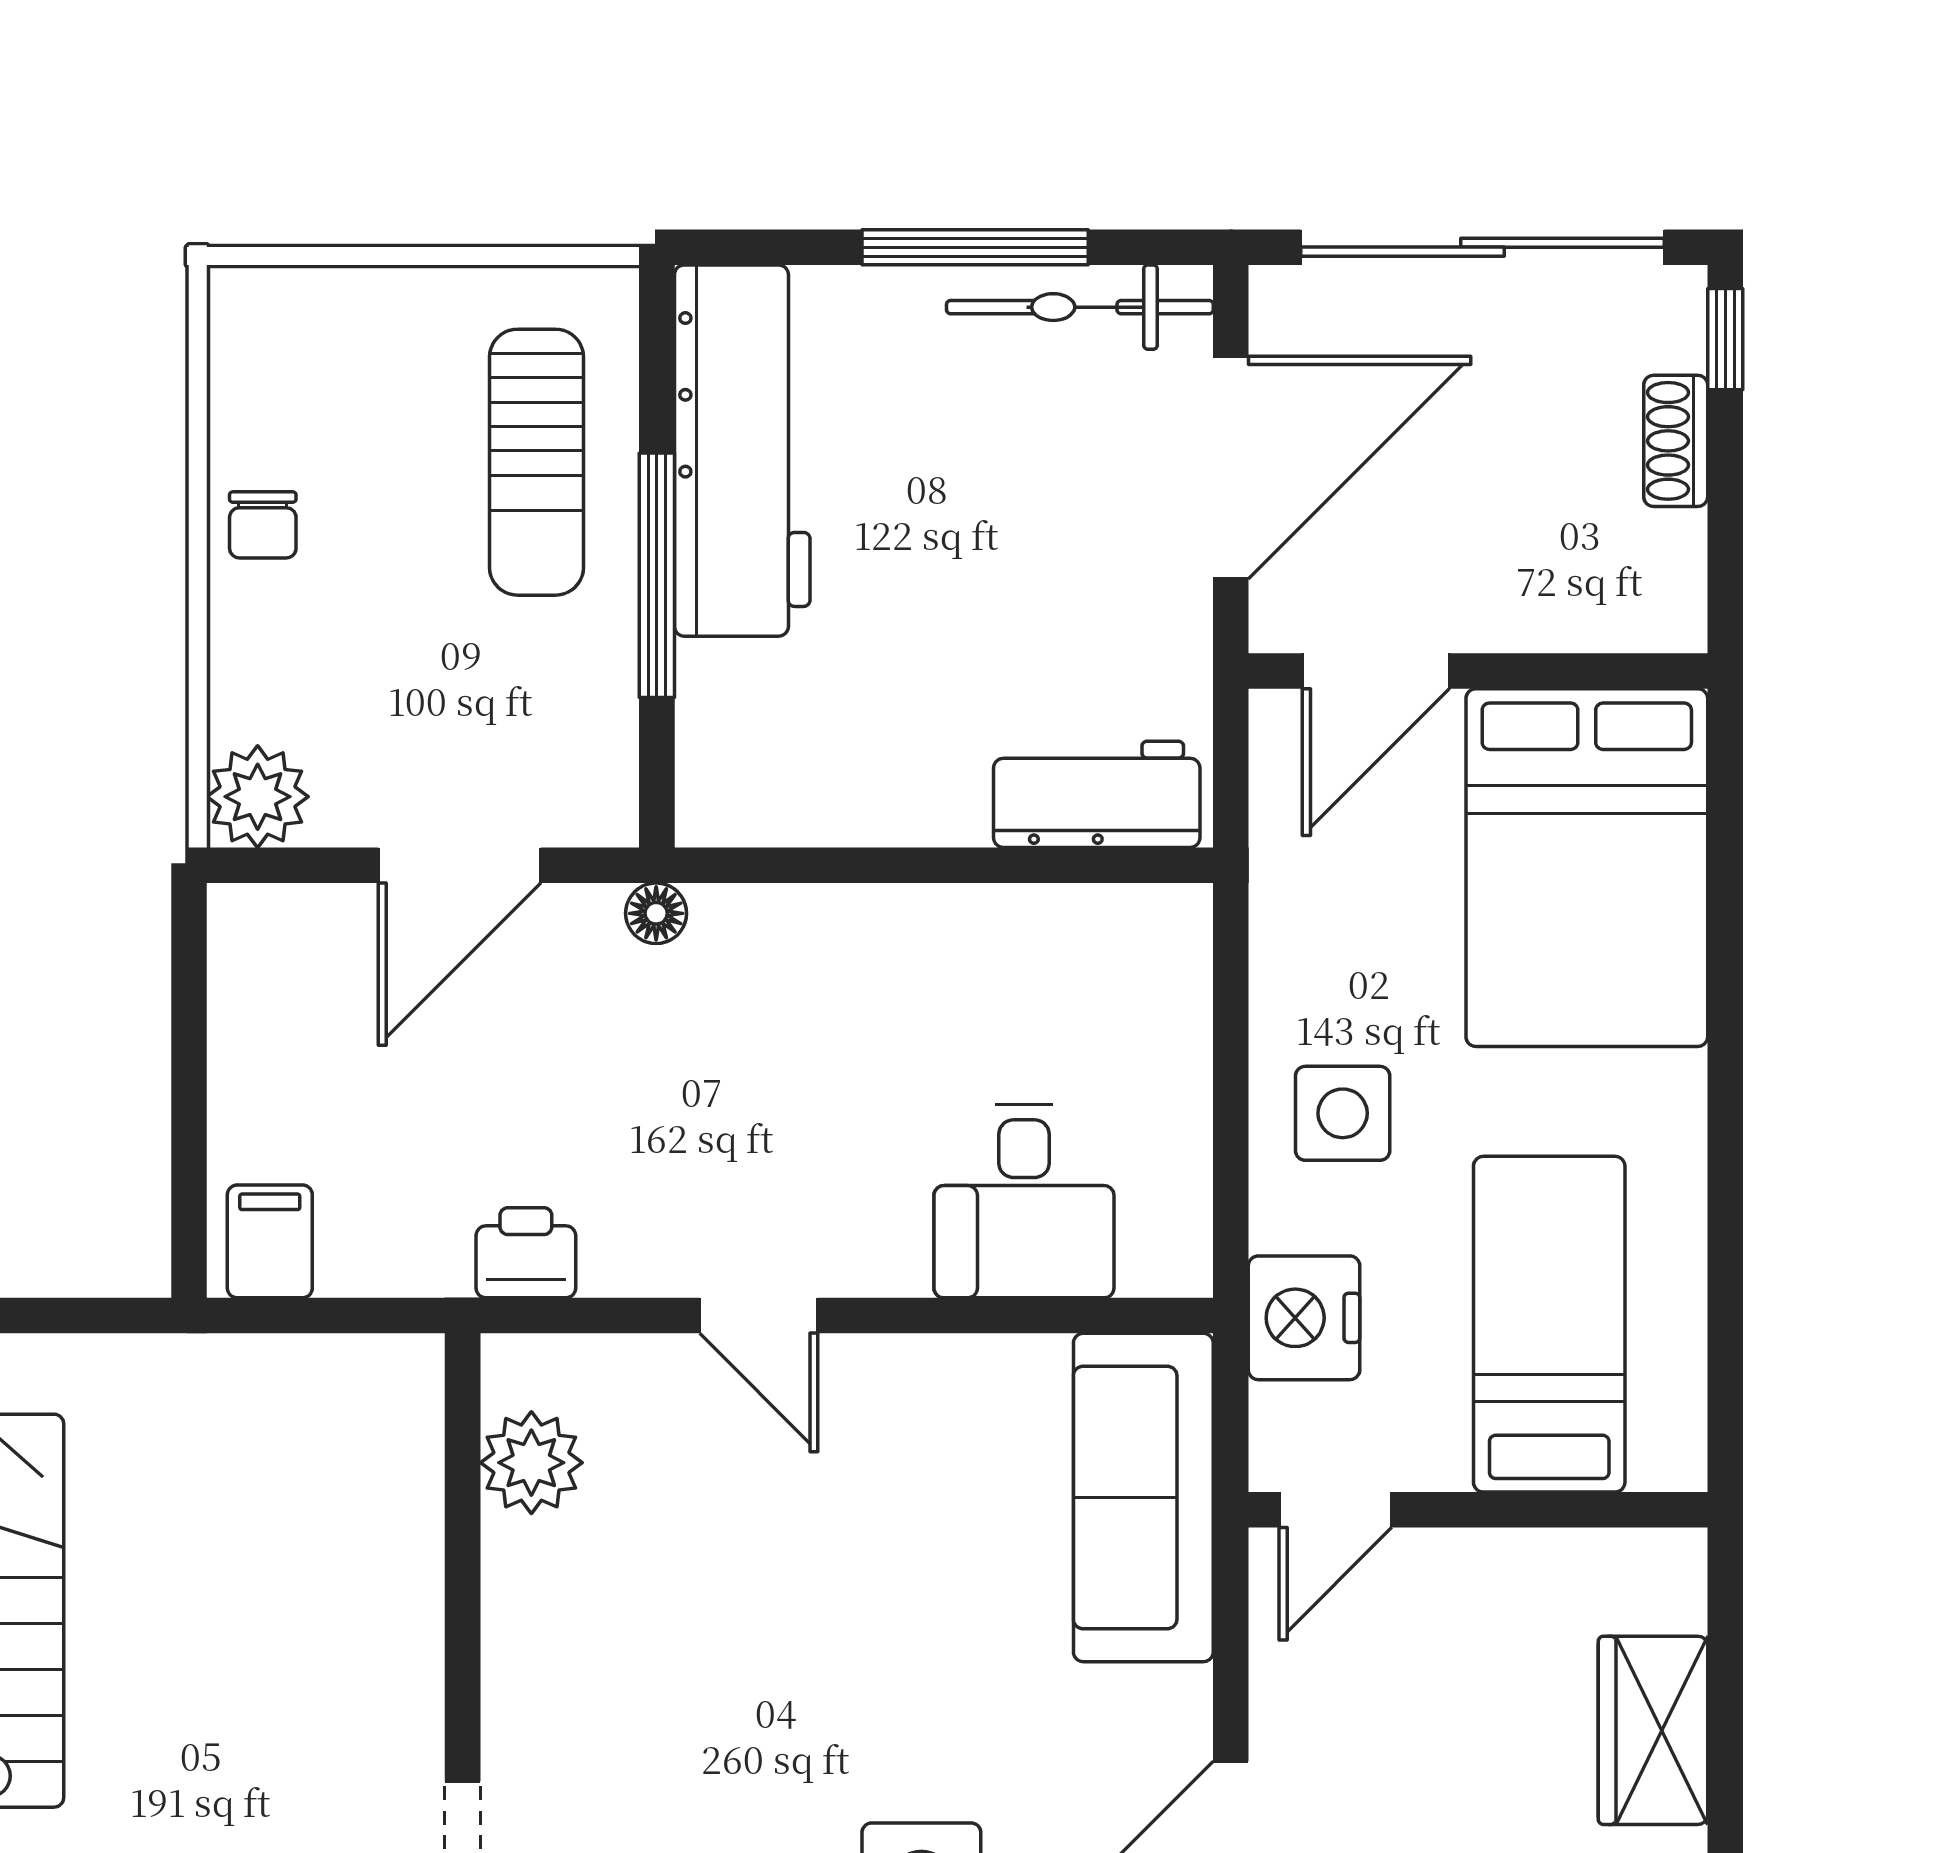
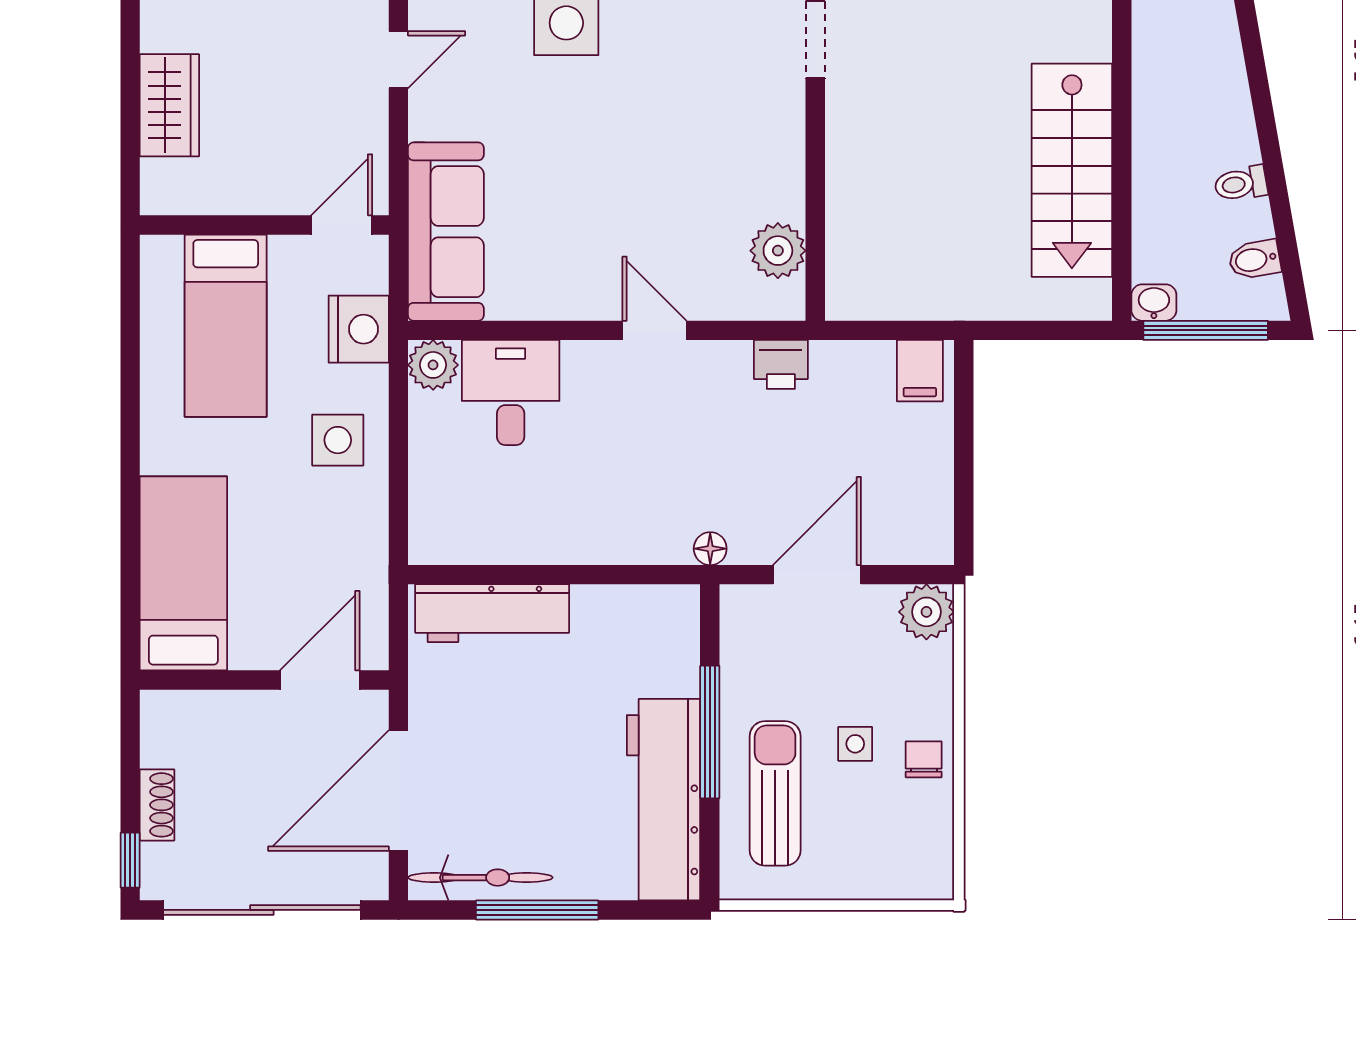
side table: (389, 553) -> (855, 744), added
workbench: (1097, 794) -> (492, 613), width x1.38
bed: (1587, 868) -> (183, 573), width x0.67
plant: (1167, 1252) -> (433, 365), added

